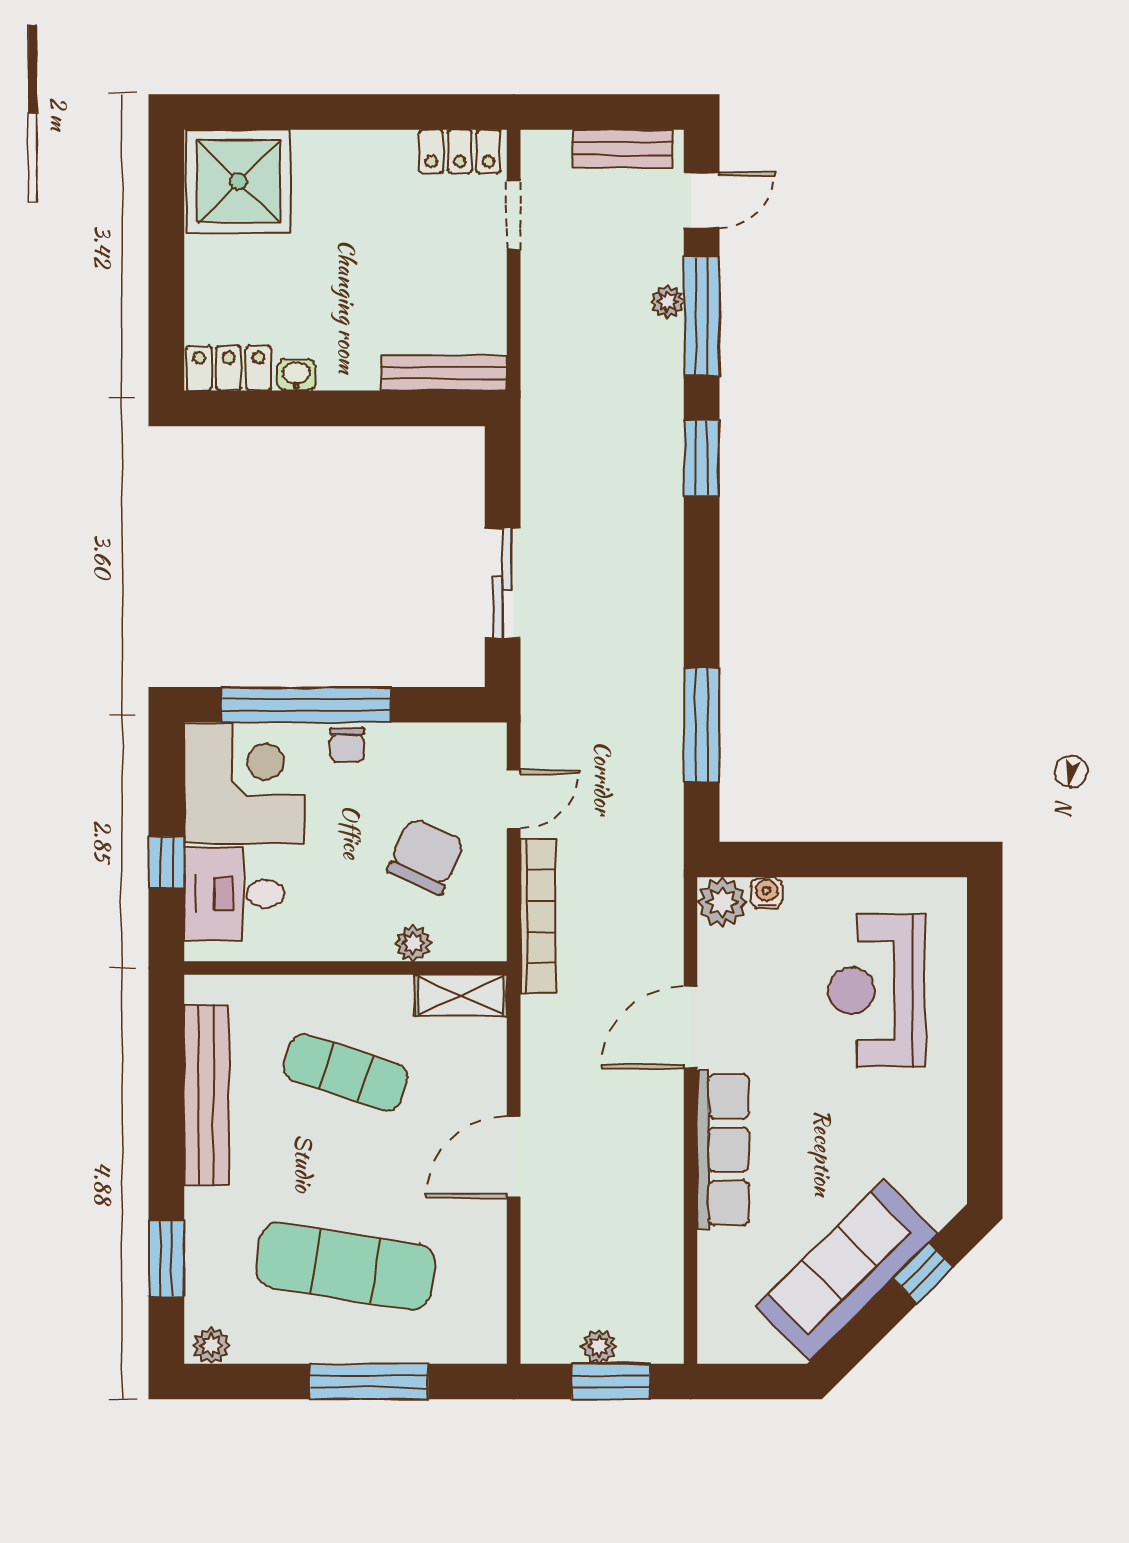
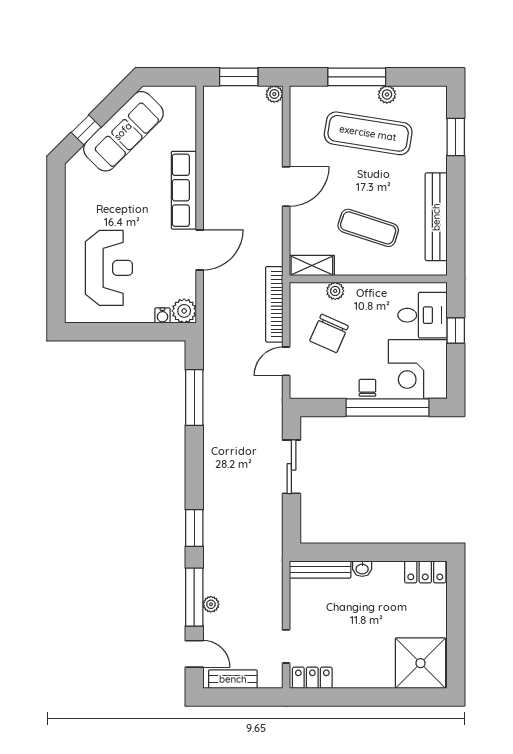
door: (702, 200) -> (194, 654), swing flipped
washbasin: (296, 375) -> (362, 569), moved
plant: (211, 1346) -> (387, 94), moved
plant: (599, 1346) -> (274, 94), moved

